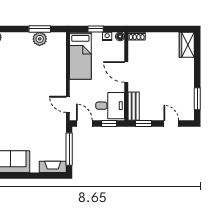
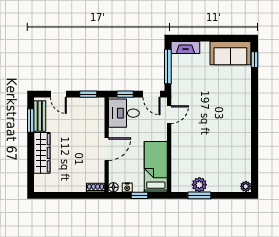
wardrobe: (187, 45) -> (42, 153), moved, width x1.50
door: (126, 72) -> (107, 149), hinge flipped
door: (68, 104) -> (169, 115), hinge flipped
bench: (134, 106) -> (40, 116), moved

